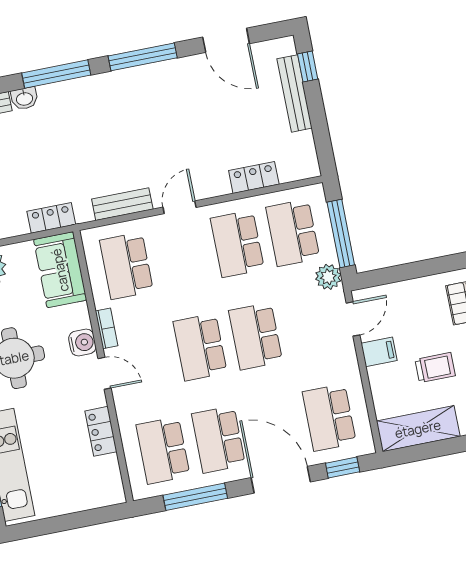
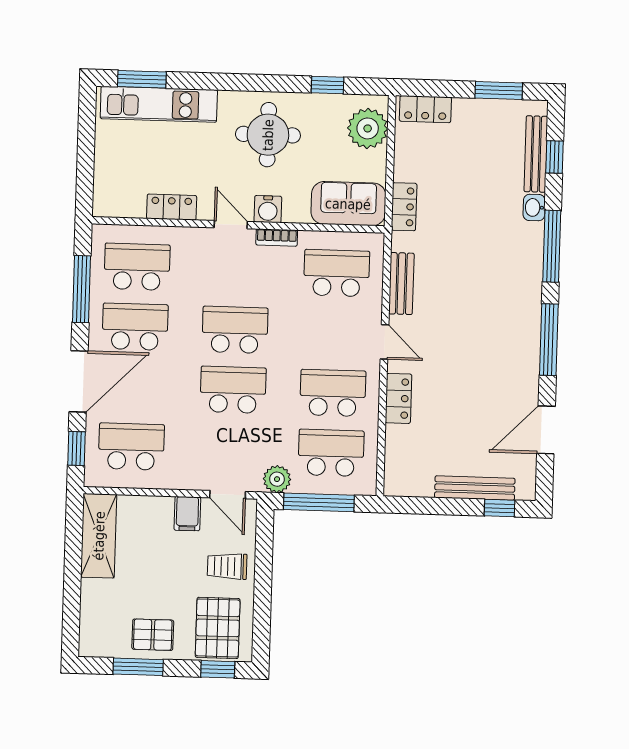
locker: (254, 177) -> (398, 398), moved
trolley: (435, 368) -> (227, 566), moved, turned 90
door: (104, 373) -> (231, 225), swing flipped

